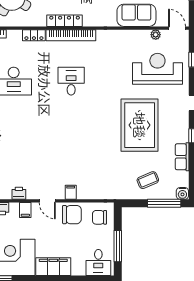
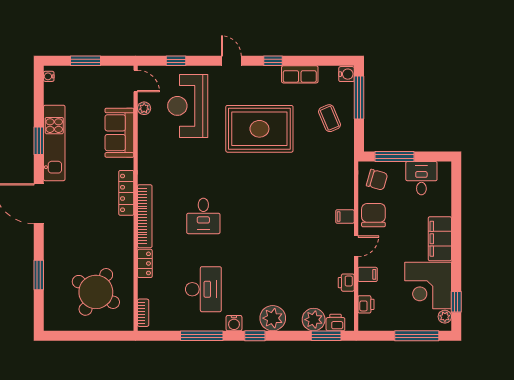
locker: (65, 21) -> (126, 193), moved
door: (177, 28) -> (136, 81), swing flipped
desk: (71, 81) -> (203, 216), turned -90
chair: (100, 217) -> (377, 180), turned -74
window: (118, 246) -> (394, 156), moved
desk: (98, 263) -> (421, 178), moved, turned -90

